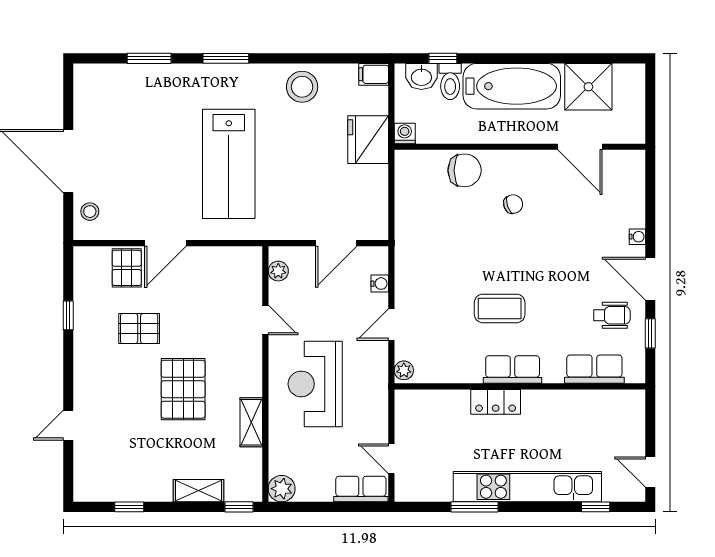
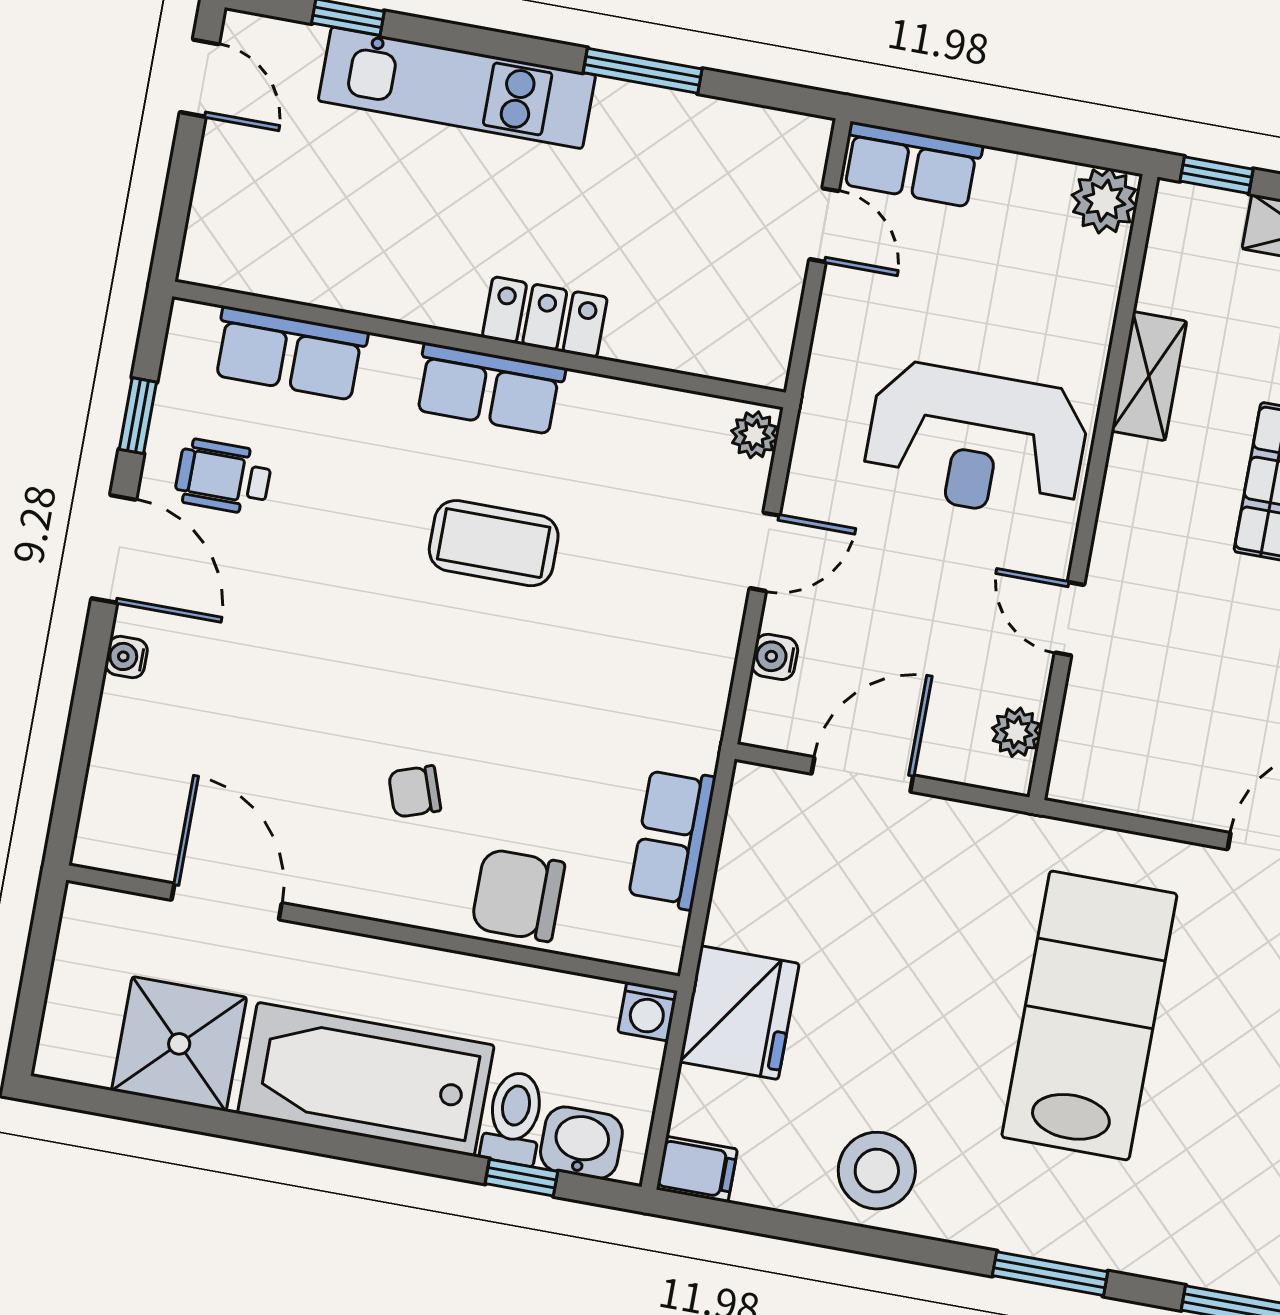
row of seats: (407, 204) -> (672, 838), added
reception desk: (315, 384) -> (976, 441), turned 90
kitchen unit: (527, 487) -> (457, 88), width x0.73

